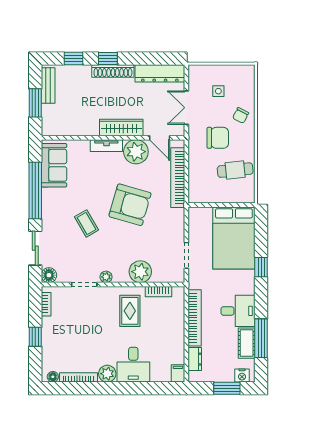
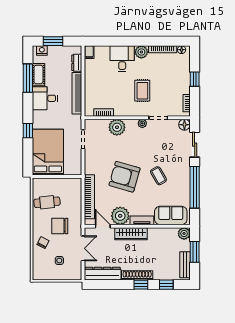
plant: (49, 128) -> (184, 234), added
sofa: (54, 165) -> (171, 215), moved, turned 90
coffee table: (86, 223) -> (158, 176), moved
rug: (130, 311) -> (142, 91), moved

